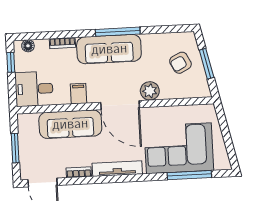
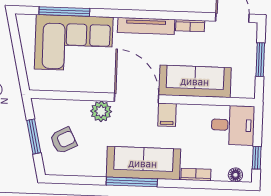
filing cabinet: (78, 94) -> (167, 115), moved

